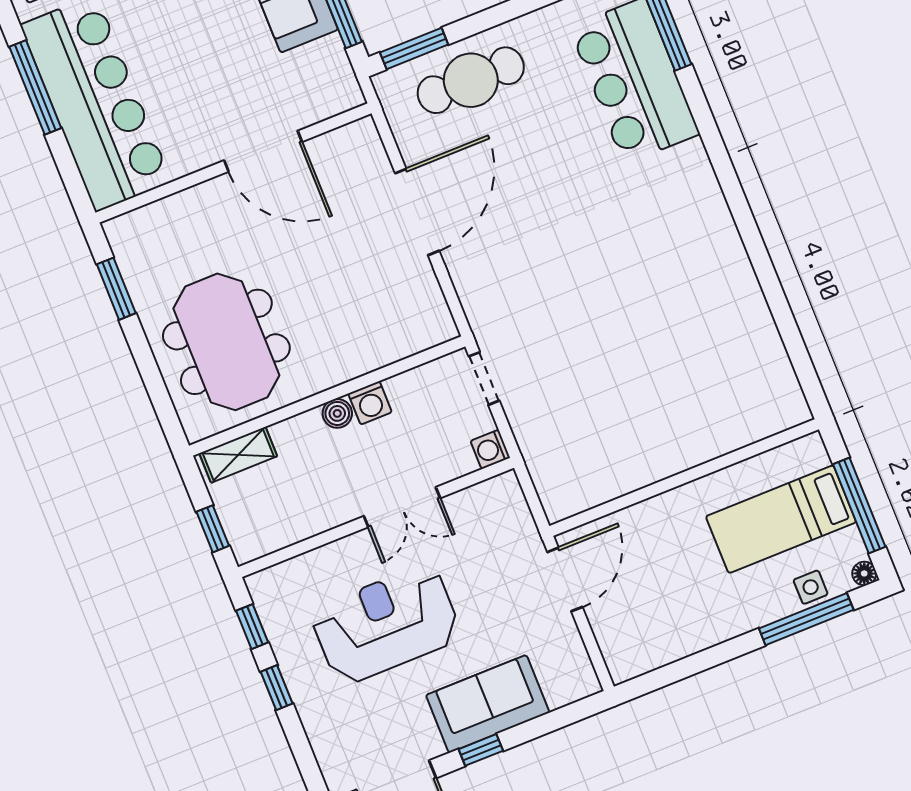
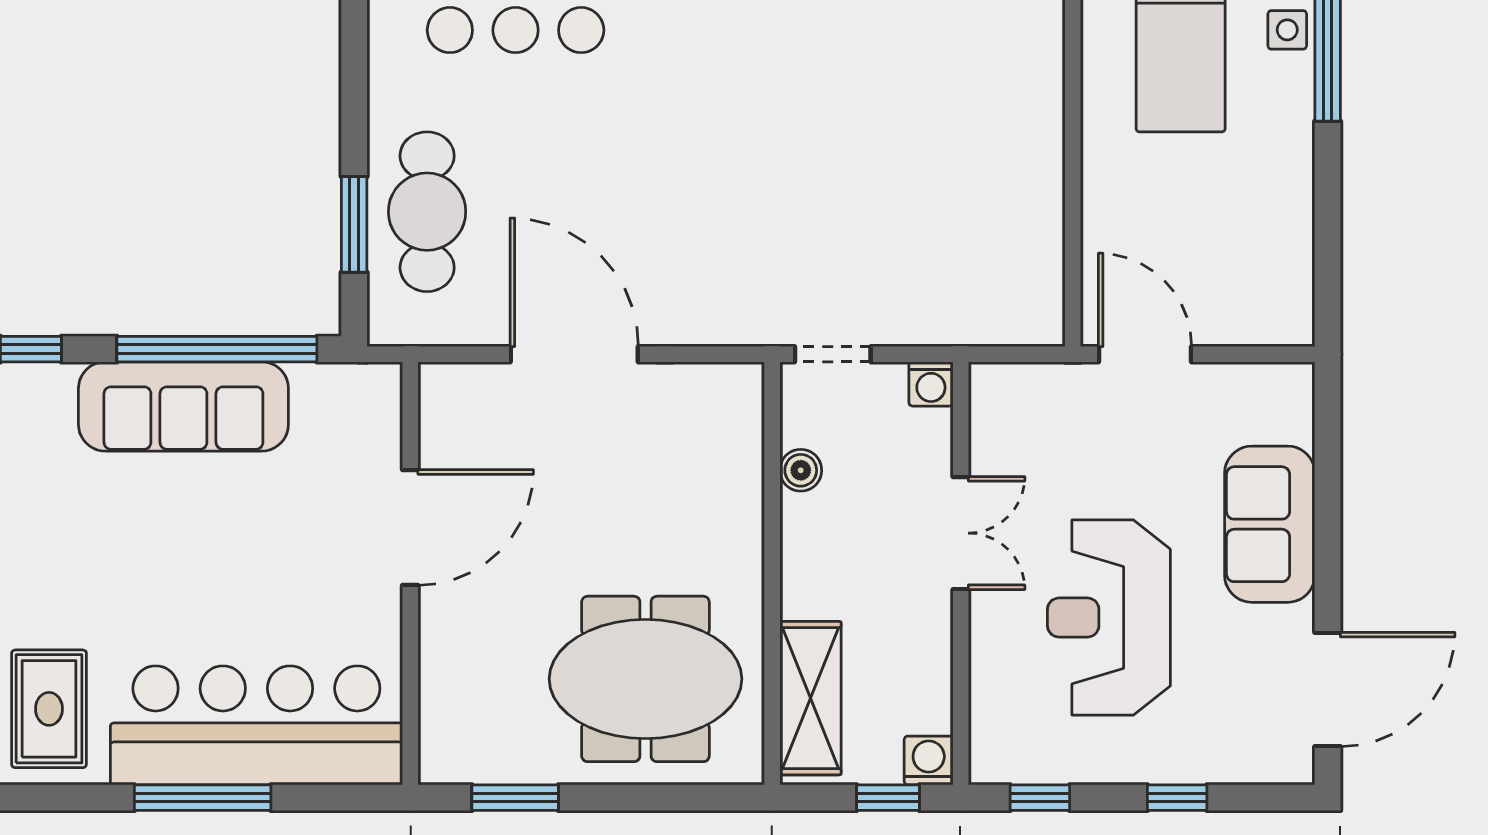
window: (414, 49) -> (354, 224), moved
washing machine: (370, 403) -> (929, 760), moved, turned -90
boiler: (337, 413) -> (801, 470), moved
shelving: (238, 455) -> (810, 698), width x1.50, depth x1.33
window: (277, 688) -> (1177, 798), moved
window: (481, 750) -> (1328, 558), removed

